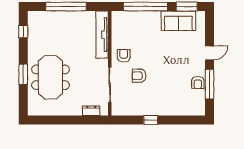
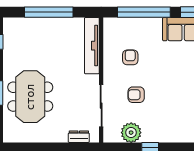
armchair: (124, 56) -> (130, 57), moved
plant: (135, 107) -> (131, 133), added

